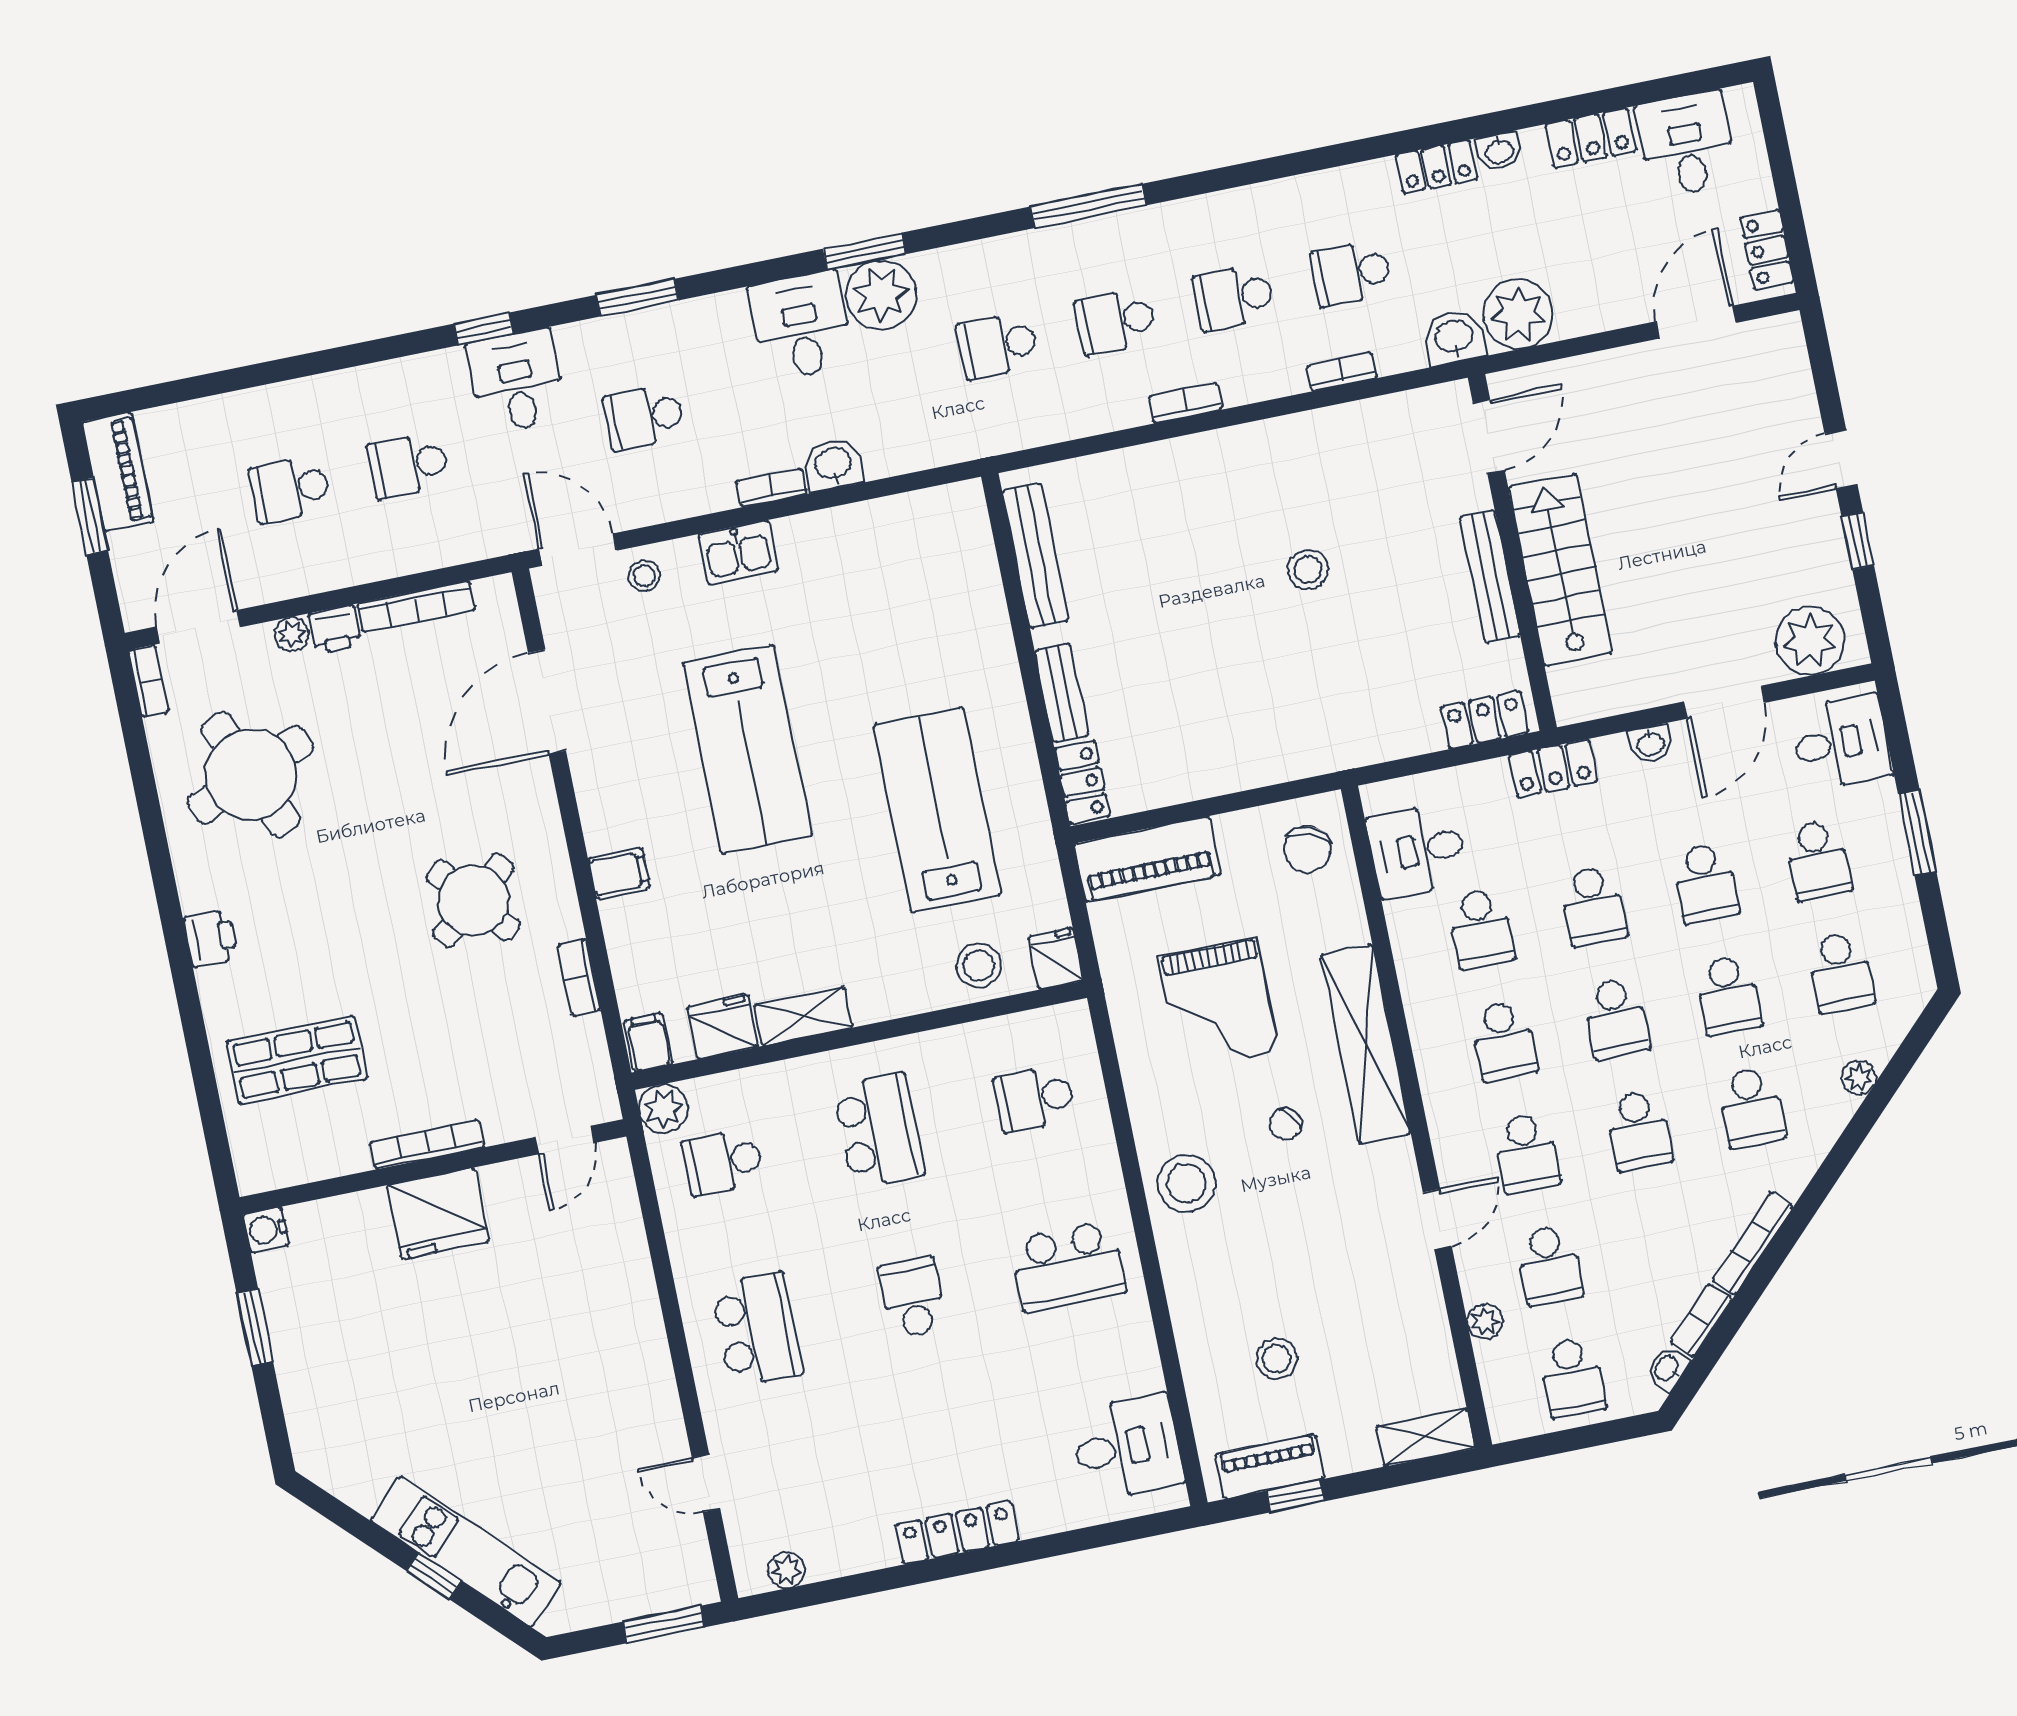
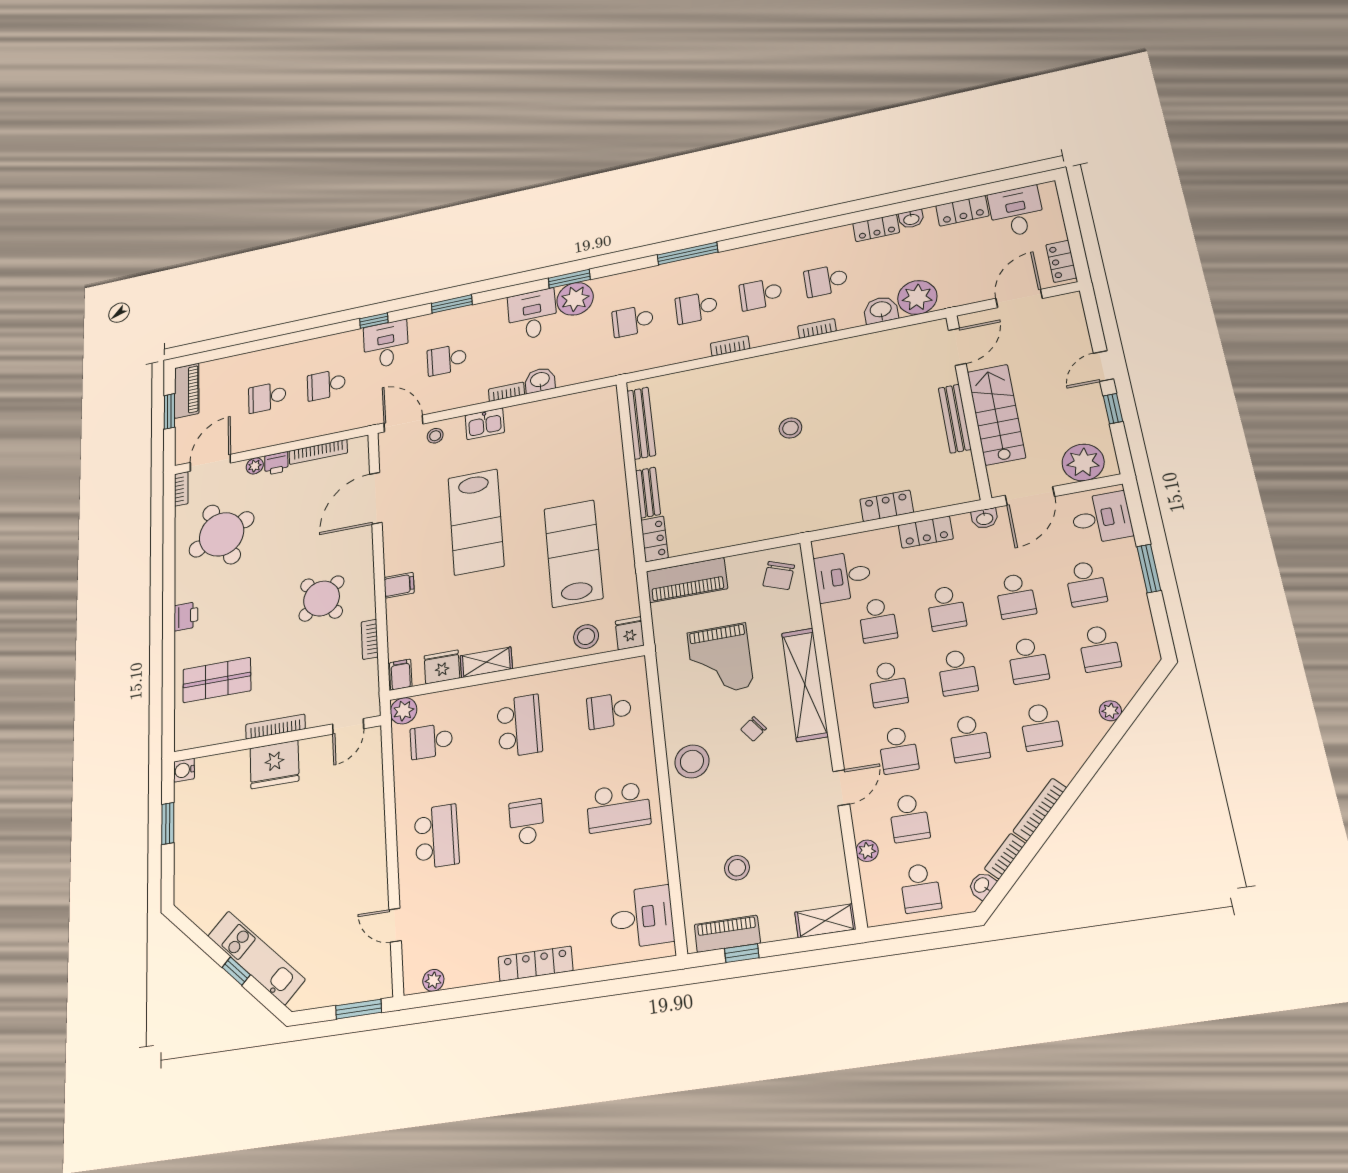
door: (1489, 436) -> (957, 347), moved
wall: (1512, 552) -> (968, 406), moved
stairs: (1560, 570) -> (996, 415), moved
bench: (1490, 576) -> (955, 419), moved

